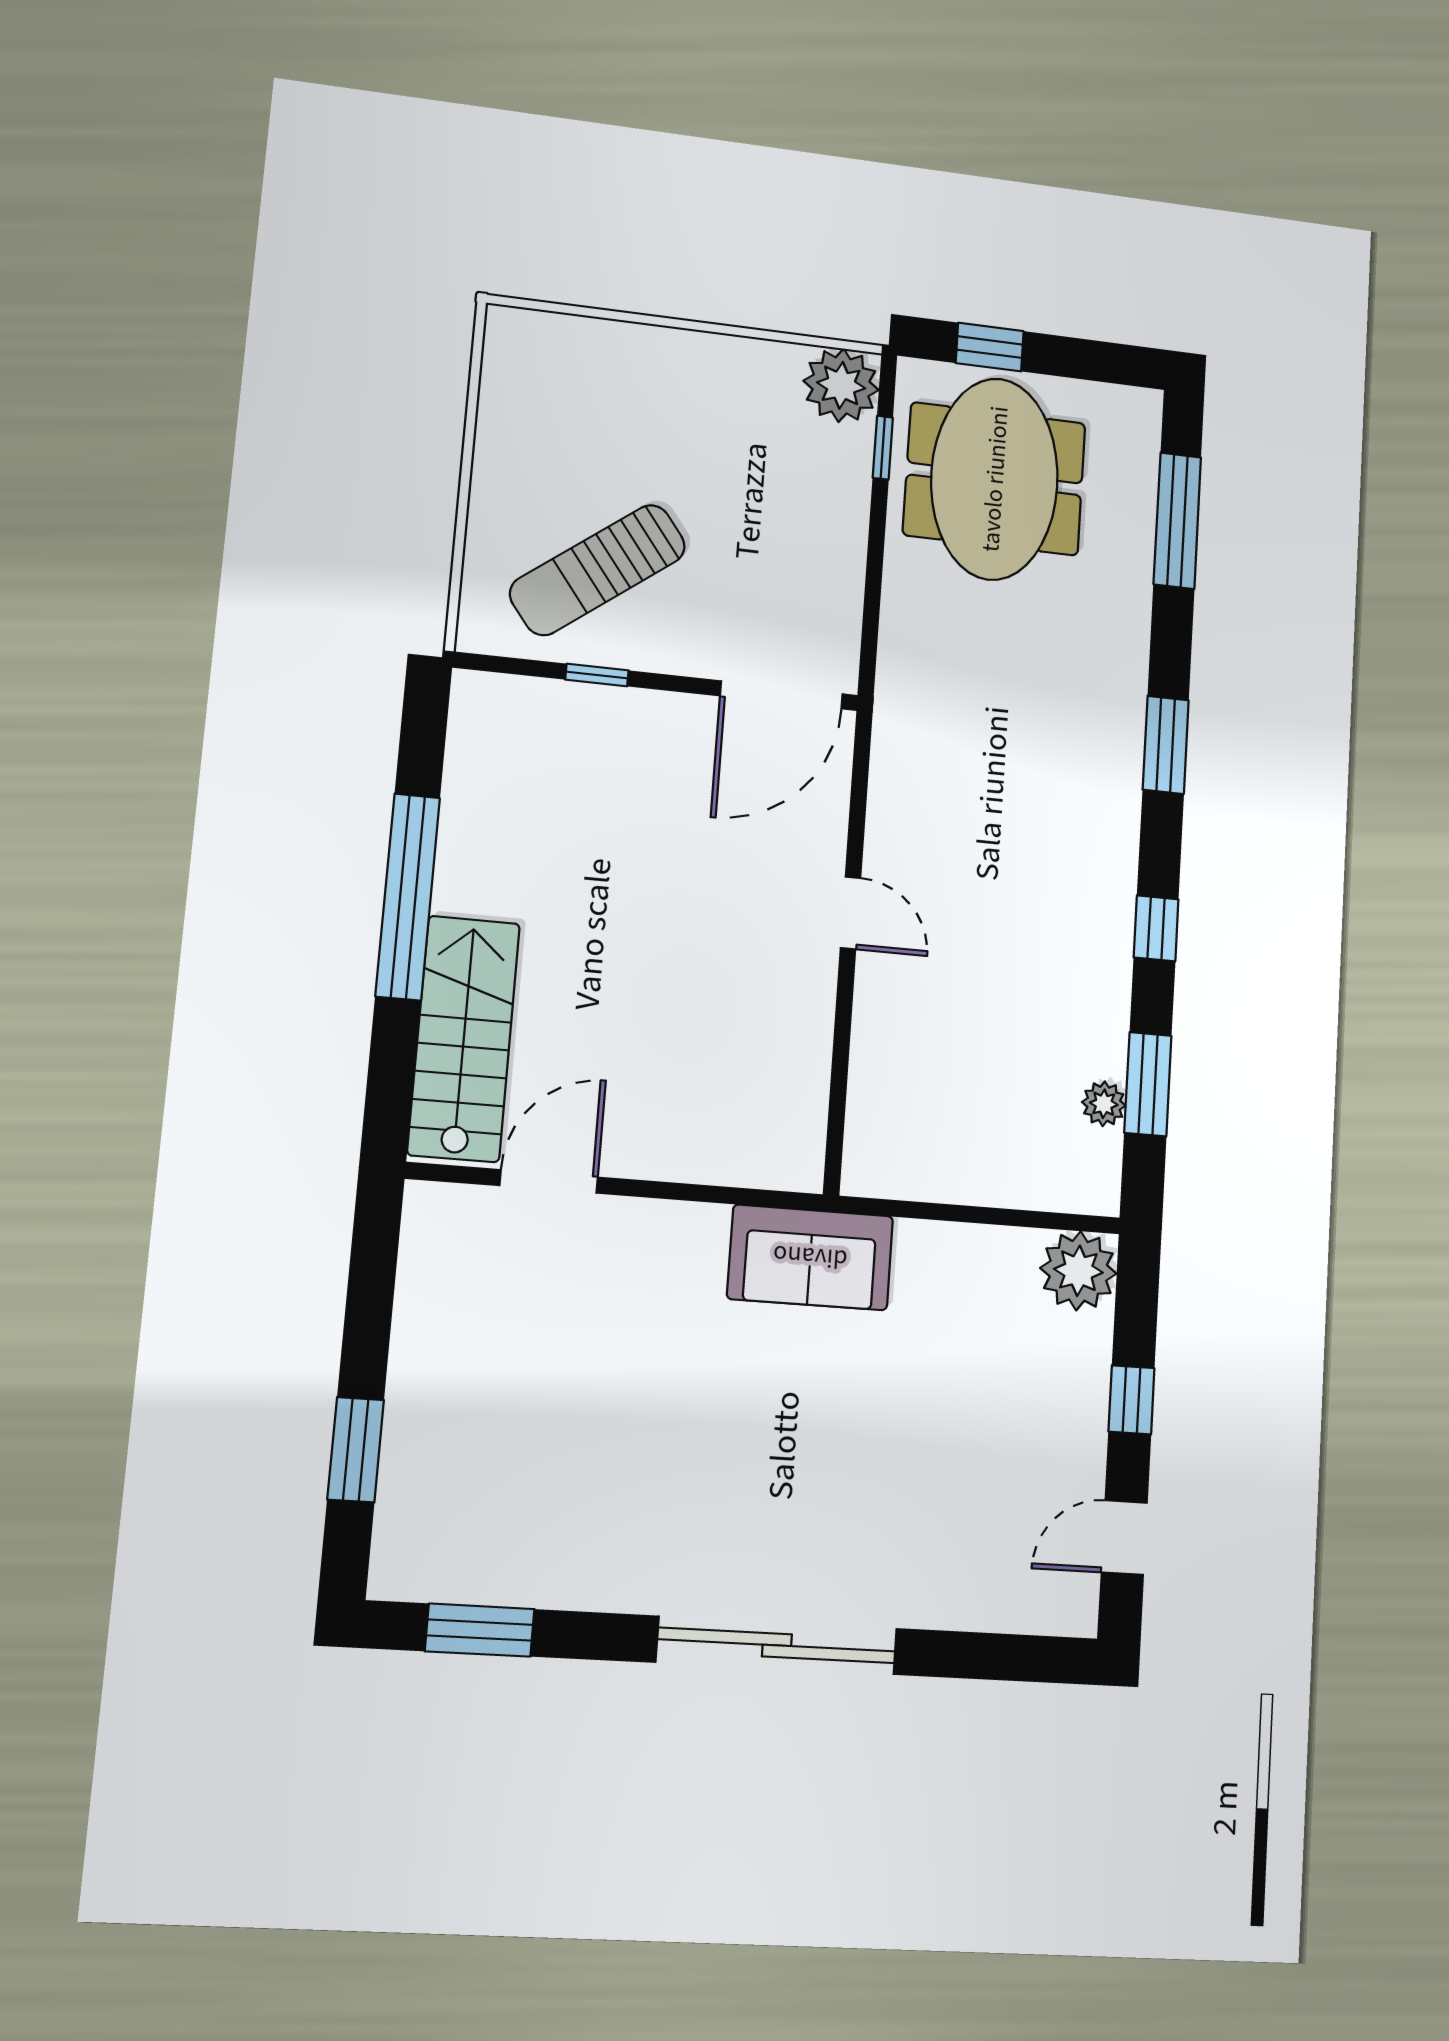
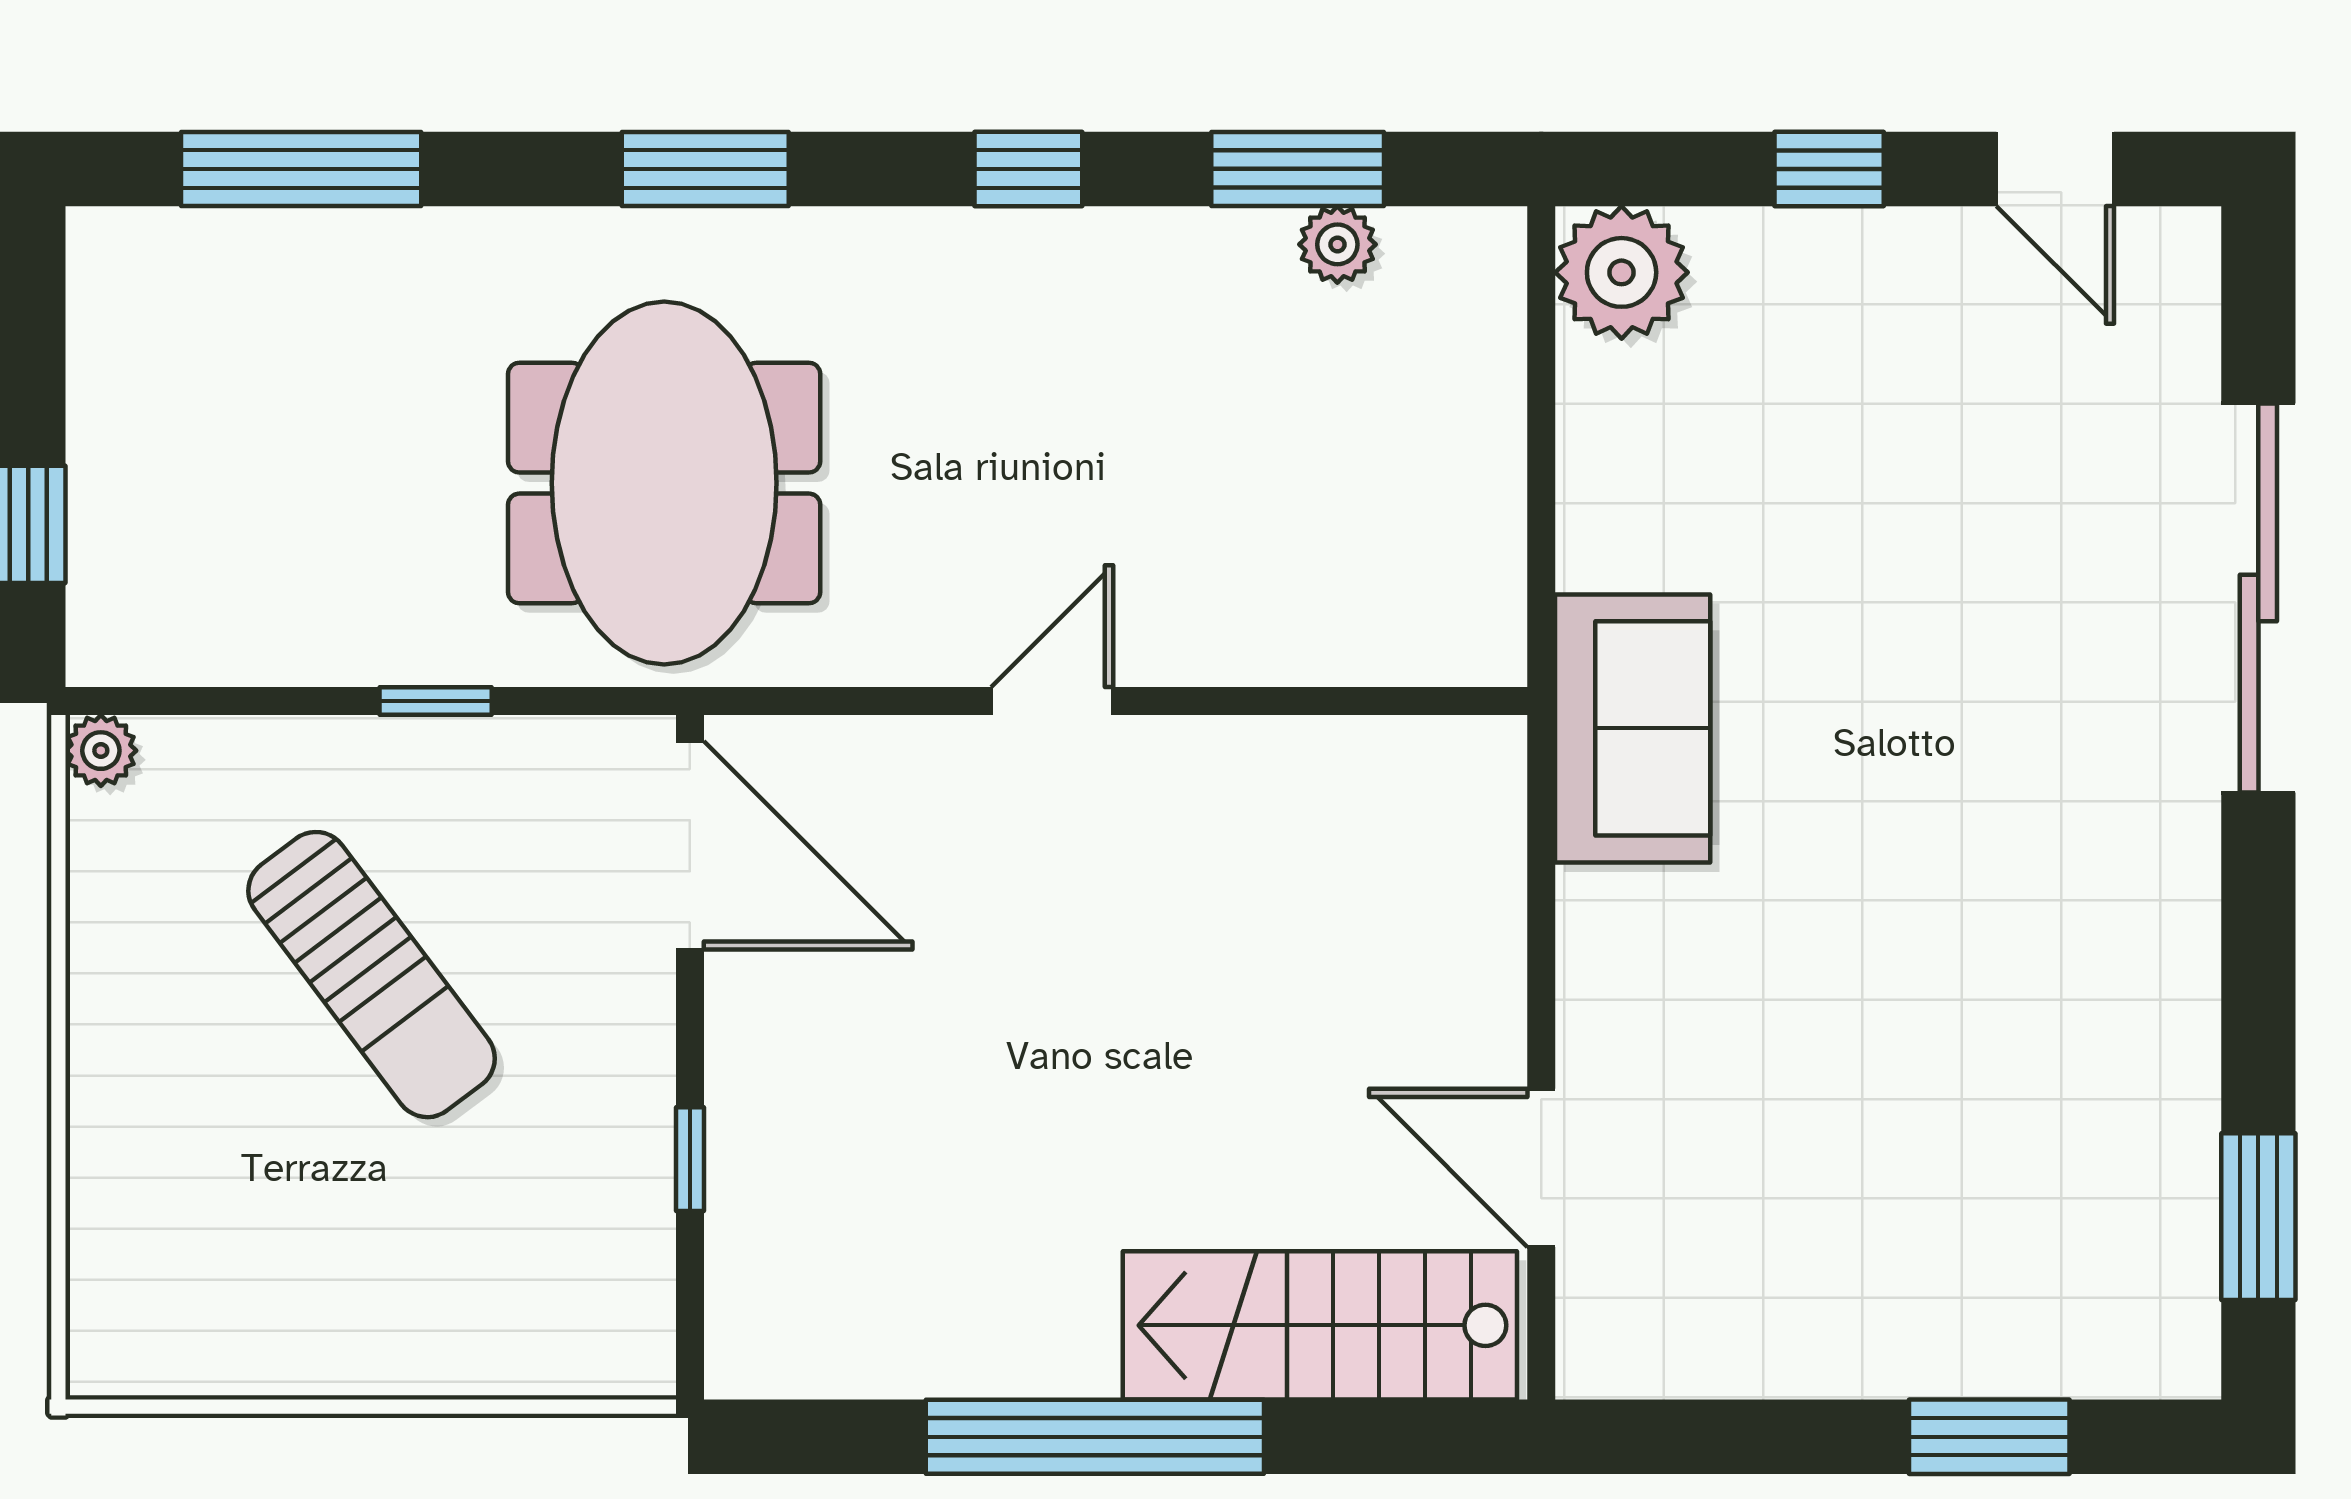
plant: (841, 385) -> (101, 751), width x0.53, depth x0.53
window: (883, 448) -> (436, 701), moved
meeting table: (995, 479) -> (664, 483), moved, turned 90
sun lounger: (598, 570) -> (372, 975), moved
sliding door: (777, 1645) -> (2258, 598), moved

